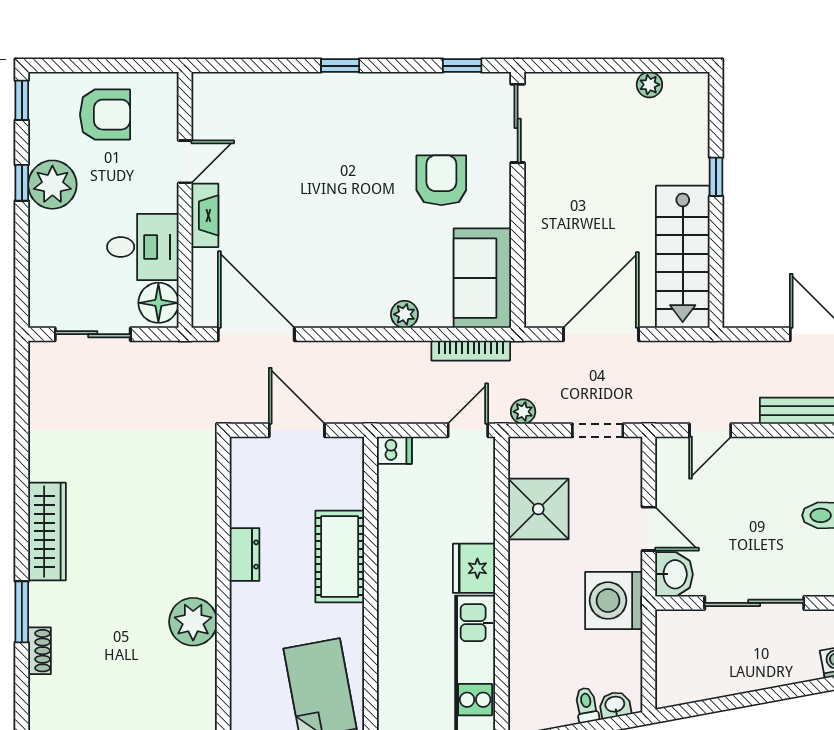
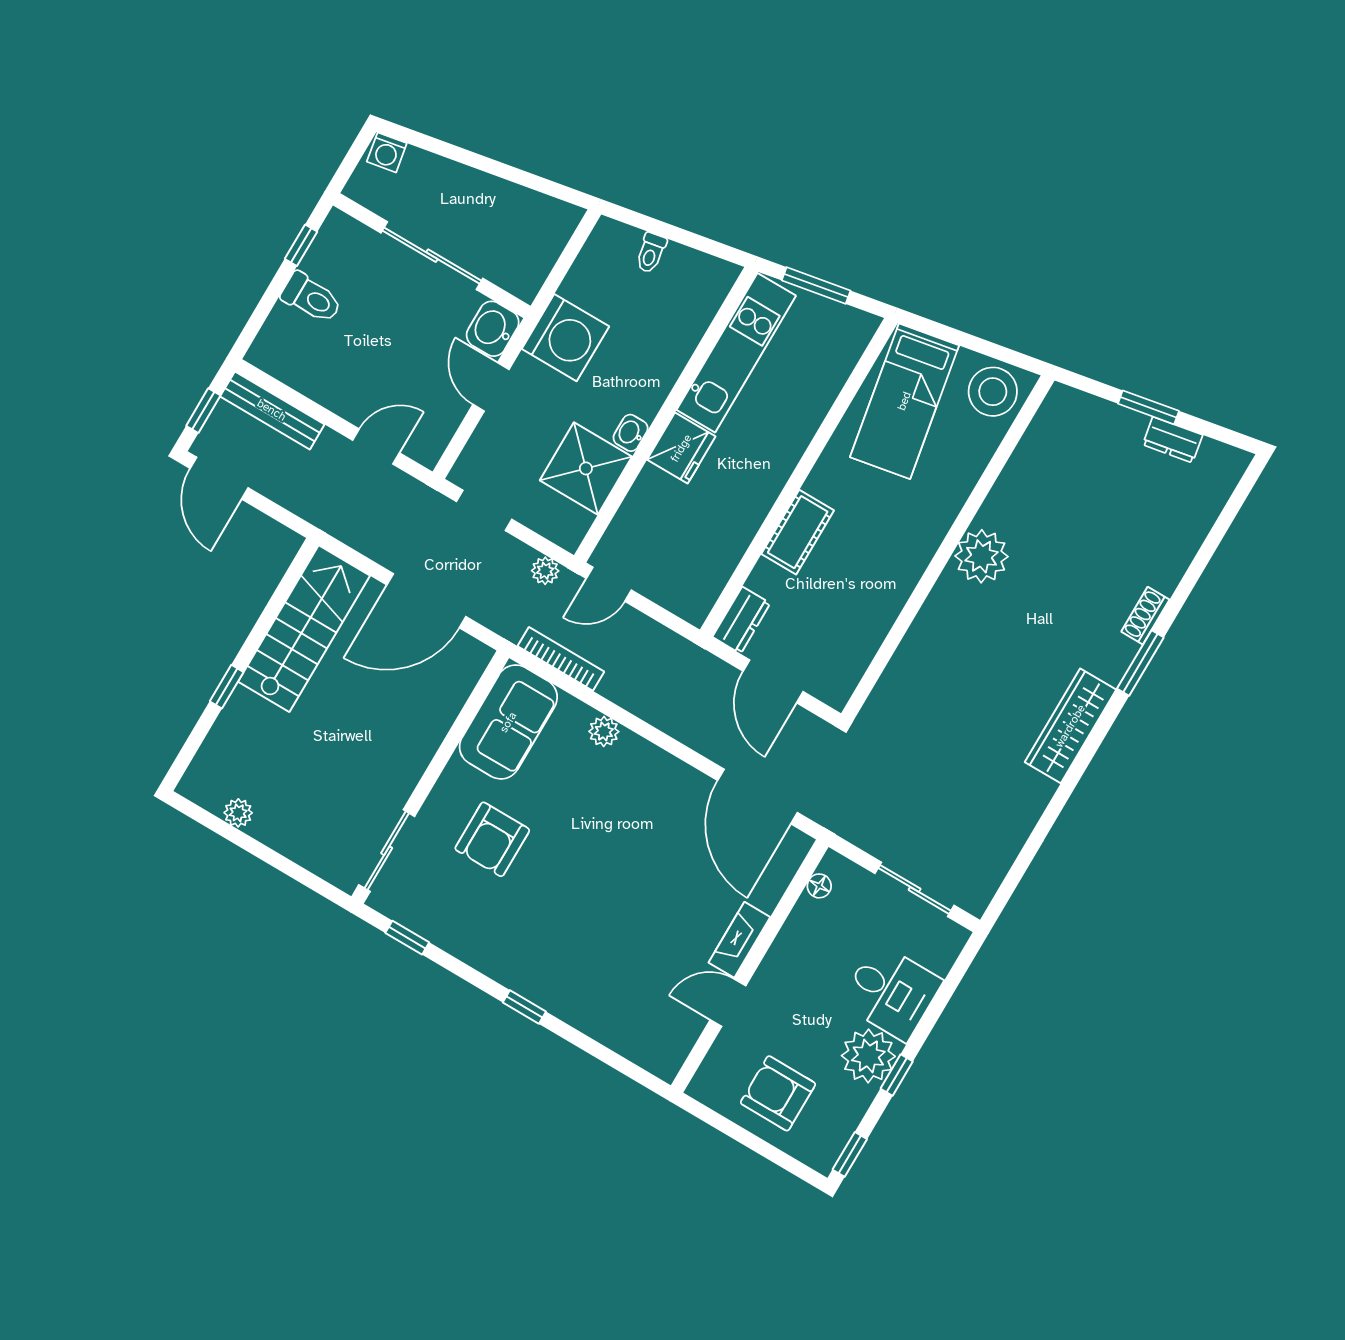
desk: (143, 247) -> (891, 992), moved, turned 180
floor lamp: (158, 303) -> (819, 886), width x0.53, depth x0.53
dishwasher: (394, 450) -> (691, 607), removed
dresser: (245, 554) -> (741, 620), moved, turned 180
cot: (340, 557) -> (798, 532), width x0.73, depth x0.75
washbasin: (615, 705) -> (631, 433), moved, turned 100

